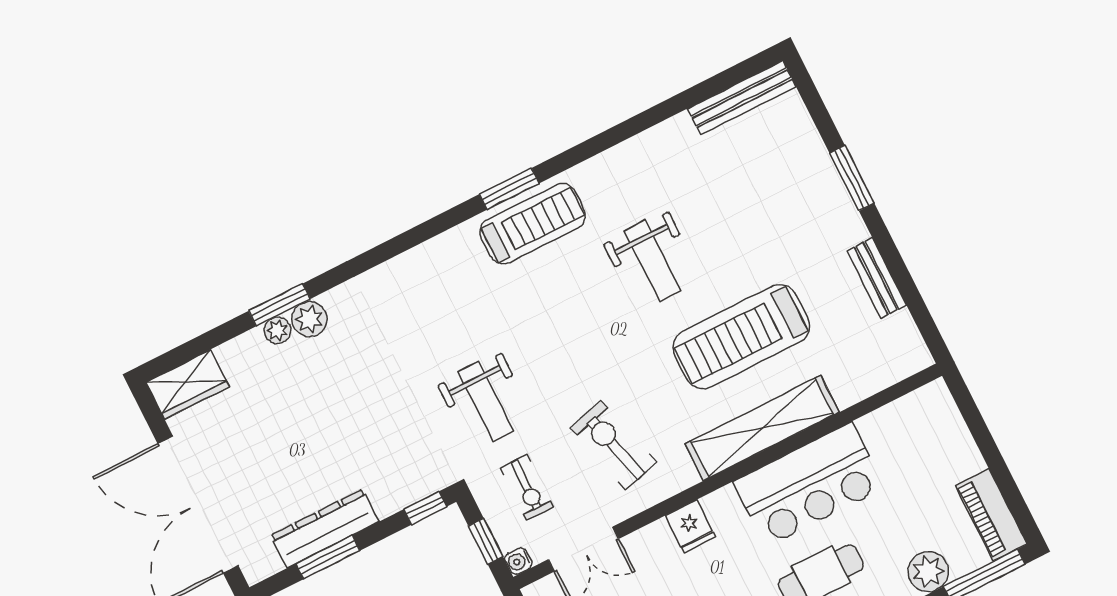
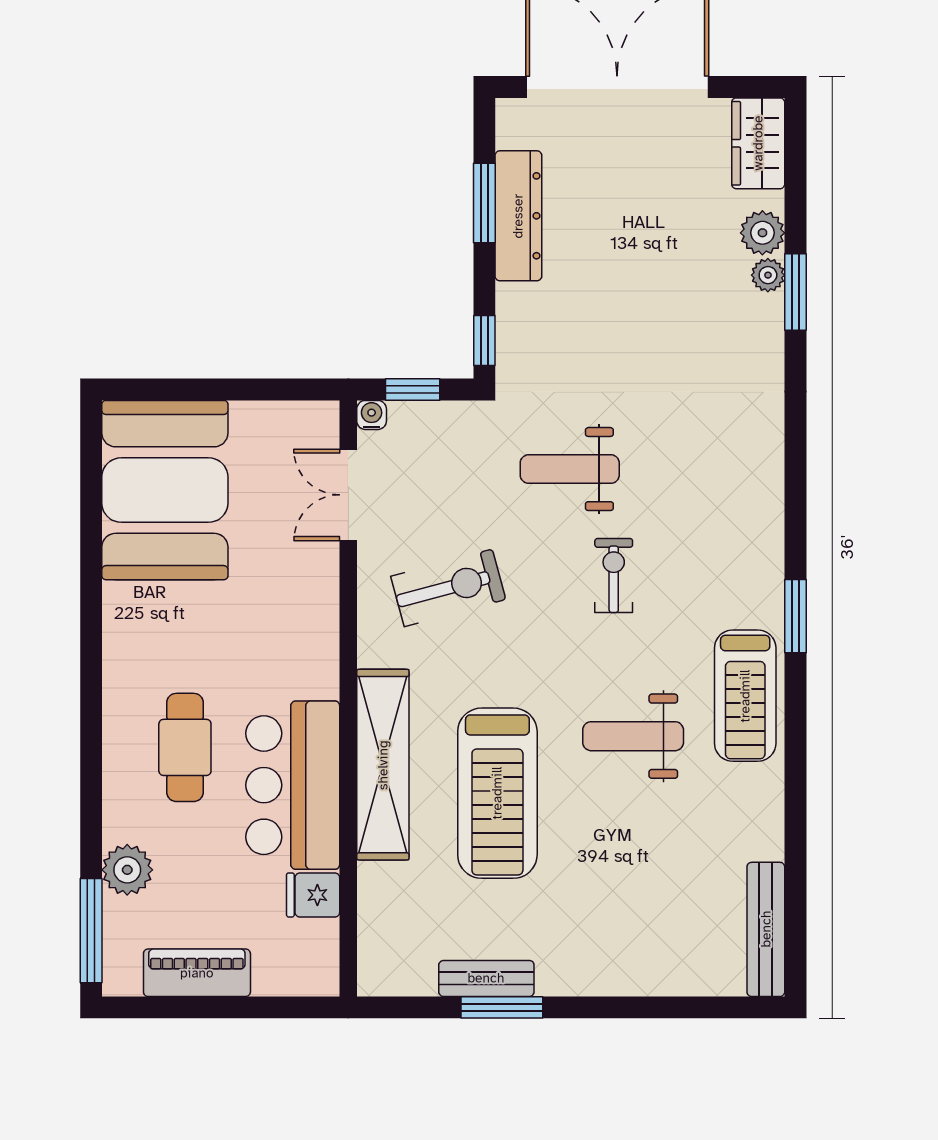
window: (852, 178) -> (502, 1007), moved
treadmill: (533, 224) -> (745, 696), moved
plant: (309, 319) -> (762, 233), moved
treadmill: (741, 337) -> (497, 793), turned 180
exercise bike: (527, 487) -> (614, 576), moved, turned 90
piano: (991, 515) -> (197, 973), moved
fridge: (690, 526) -> (313, 895), moved

